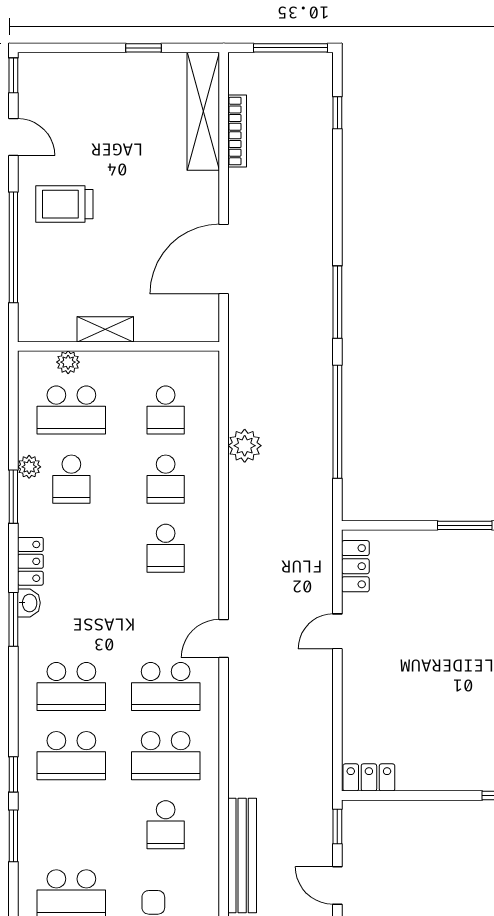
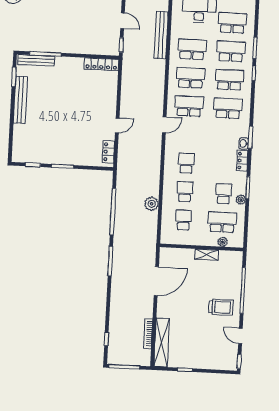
locker: (369, 777) -> (101, 64), width x1.53
school desk: (71, 825) -> (231, 51), added
school desk: (166, 825) -> (192, 49), width x1.85

